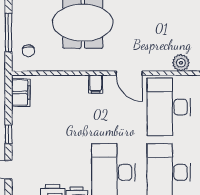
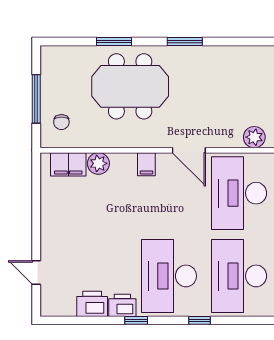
plant: (58, 84) -> (98, 163), added
filing cabinet: (21, 92) -> (68, 164), moved, turned 90
window: (9, 134) -> (36, 228), removed

